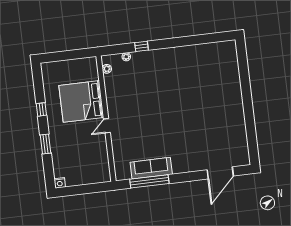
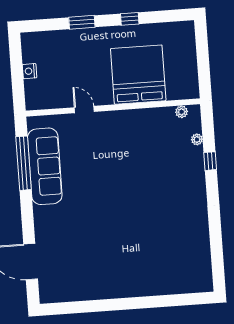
door: (107, 126) -> (84, 110), moved
sofa: (151, 168) -> (45, 166), width x1.36, depth x1.27
nightstand: (60, 183) -> (30, 71), moved

